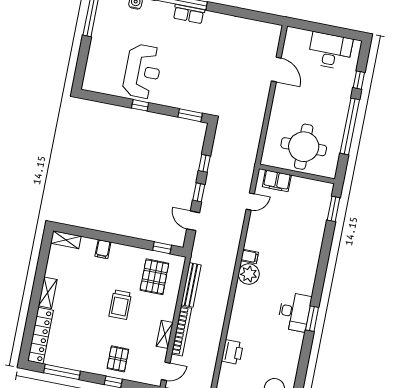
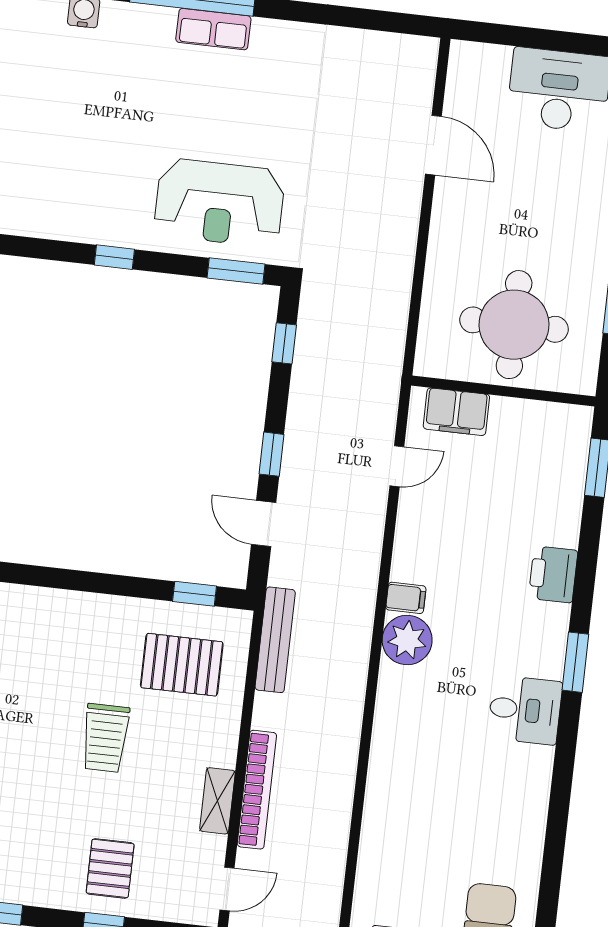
reception desk: (143, 71) -> (219, 203), moved, turned 90
window: (204, 163) -> (284, 343), moved
filing cabinet: (103, 249) -> (53, 609), removed
pallet: (154, 277) -> (182, 665), turned 90
bench: (191, 285) -> (275, 640), moved
desk: (294, 312) -> (525, 710), width x0.73
window: (312, 319) -> (575, 662), moved
printer: (232, 352) -> (553, 574), moved, turned 180

